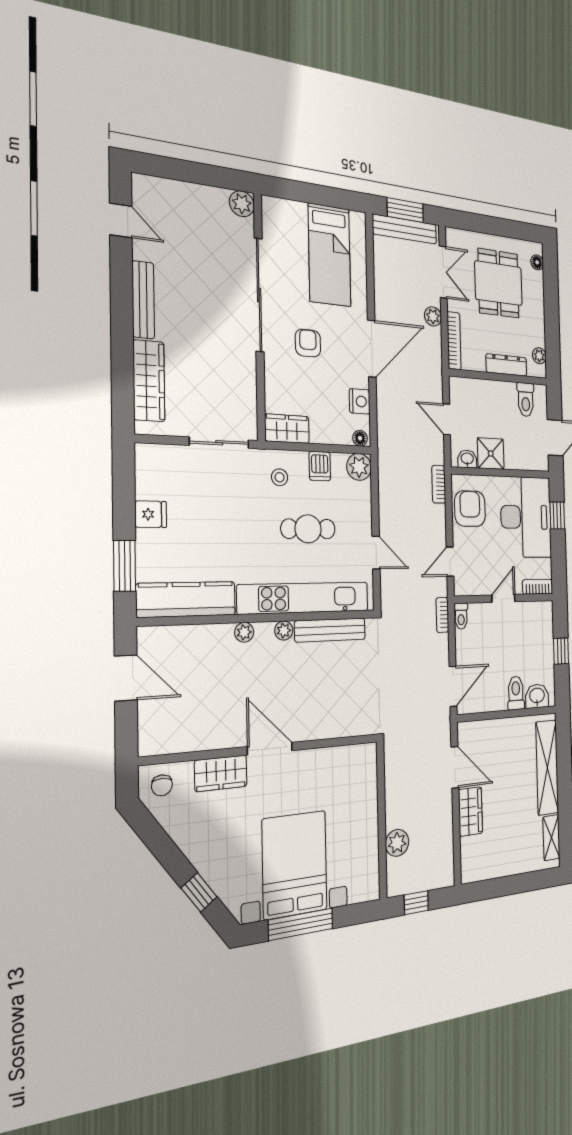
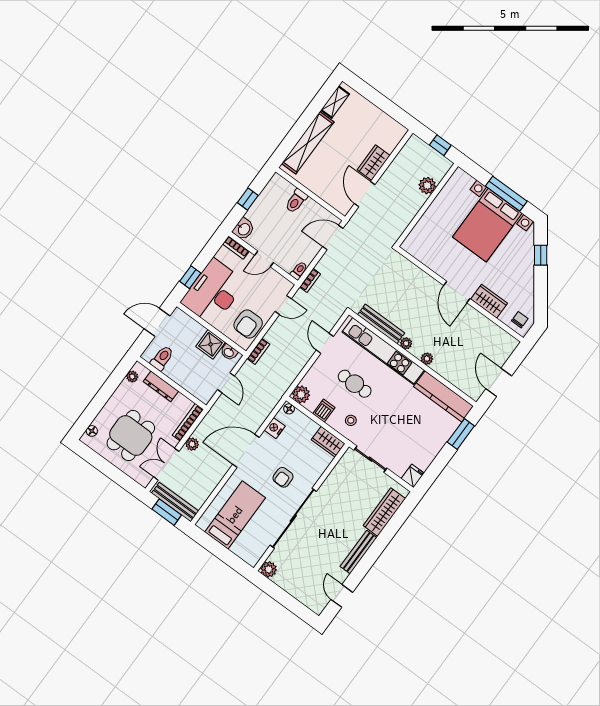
fridge: (151, 514) -> (413, 476), moved, turned 90
washbasin: (537, 696) -> (244, 229), moved, turned -90

